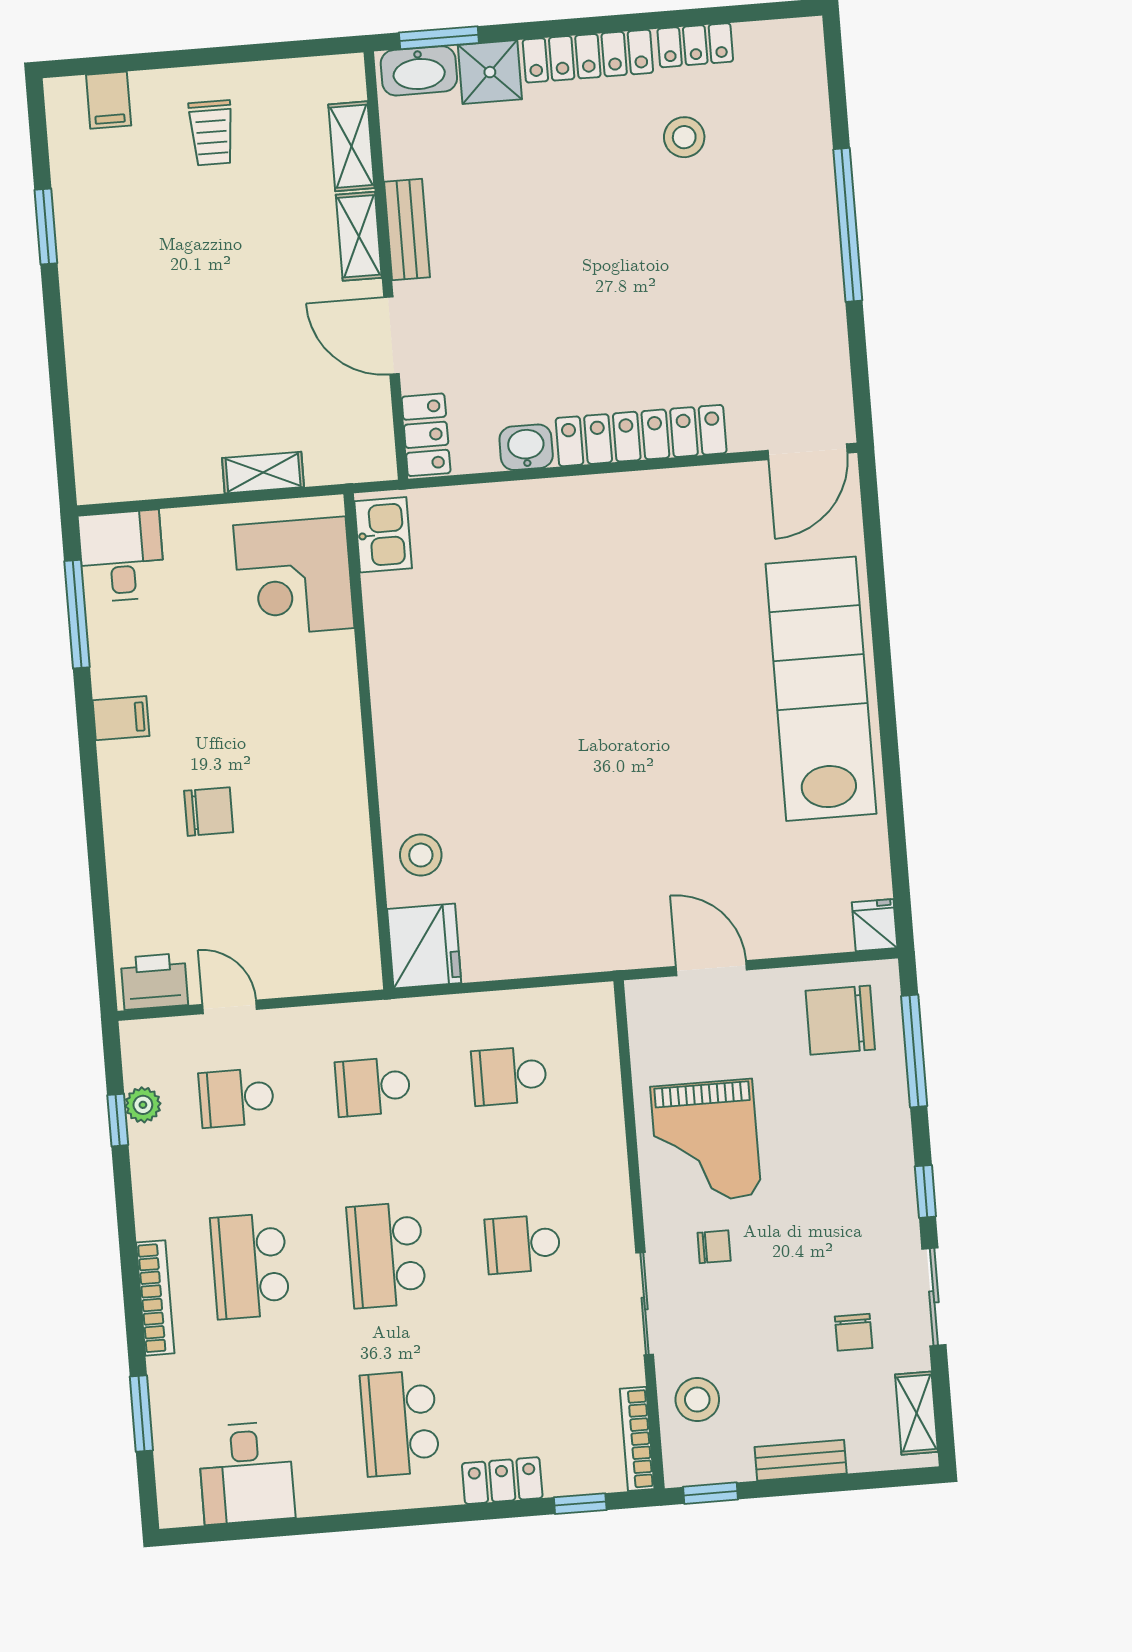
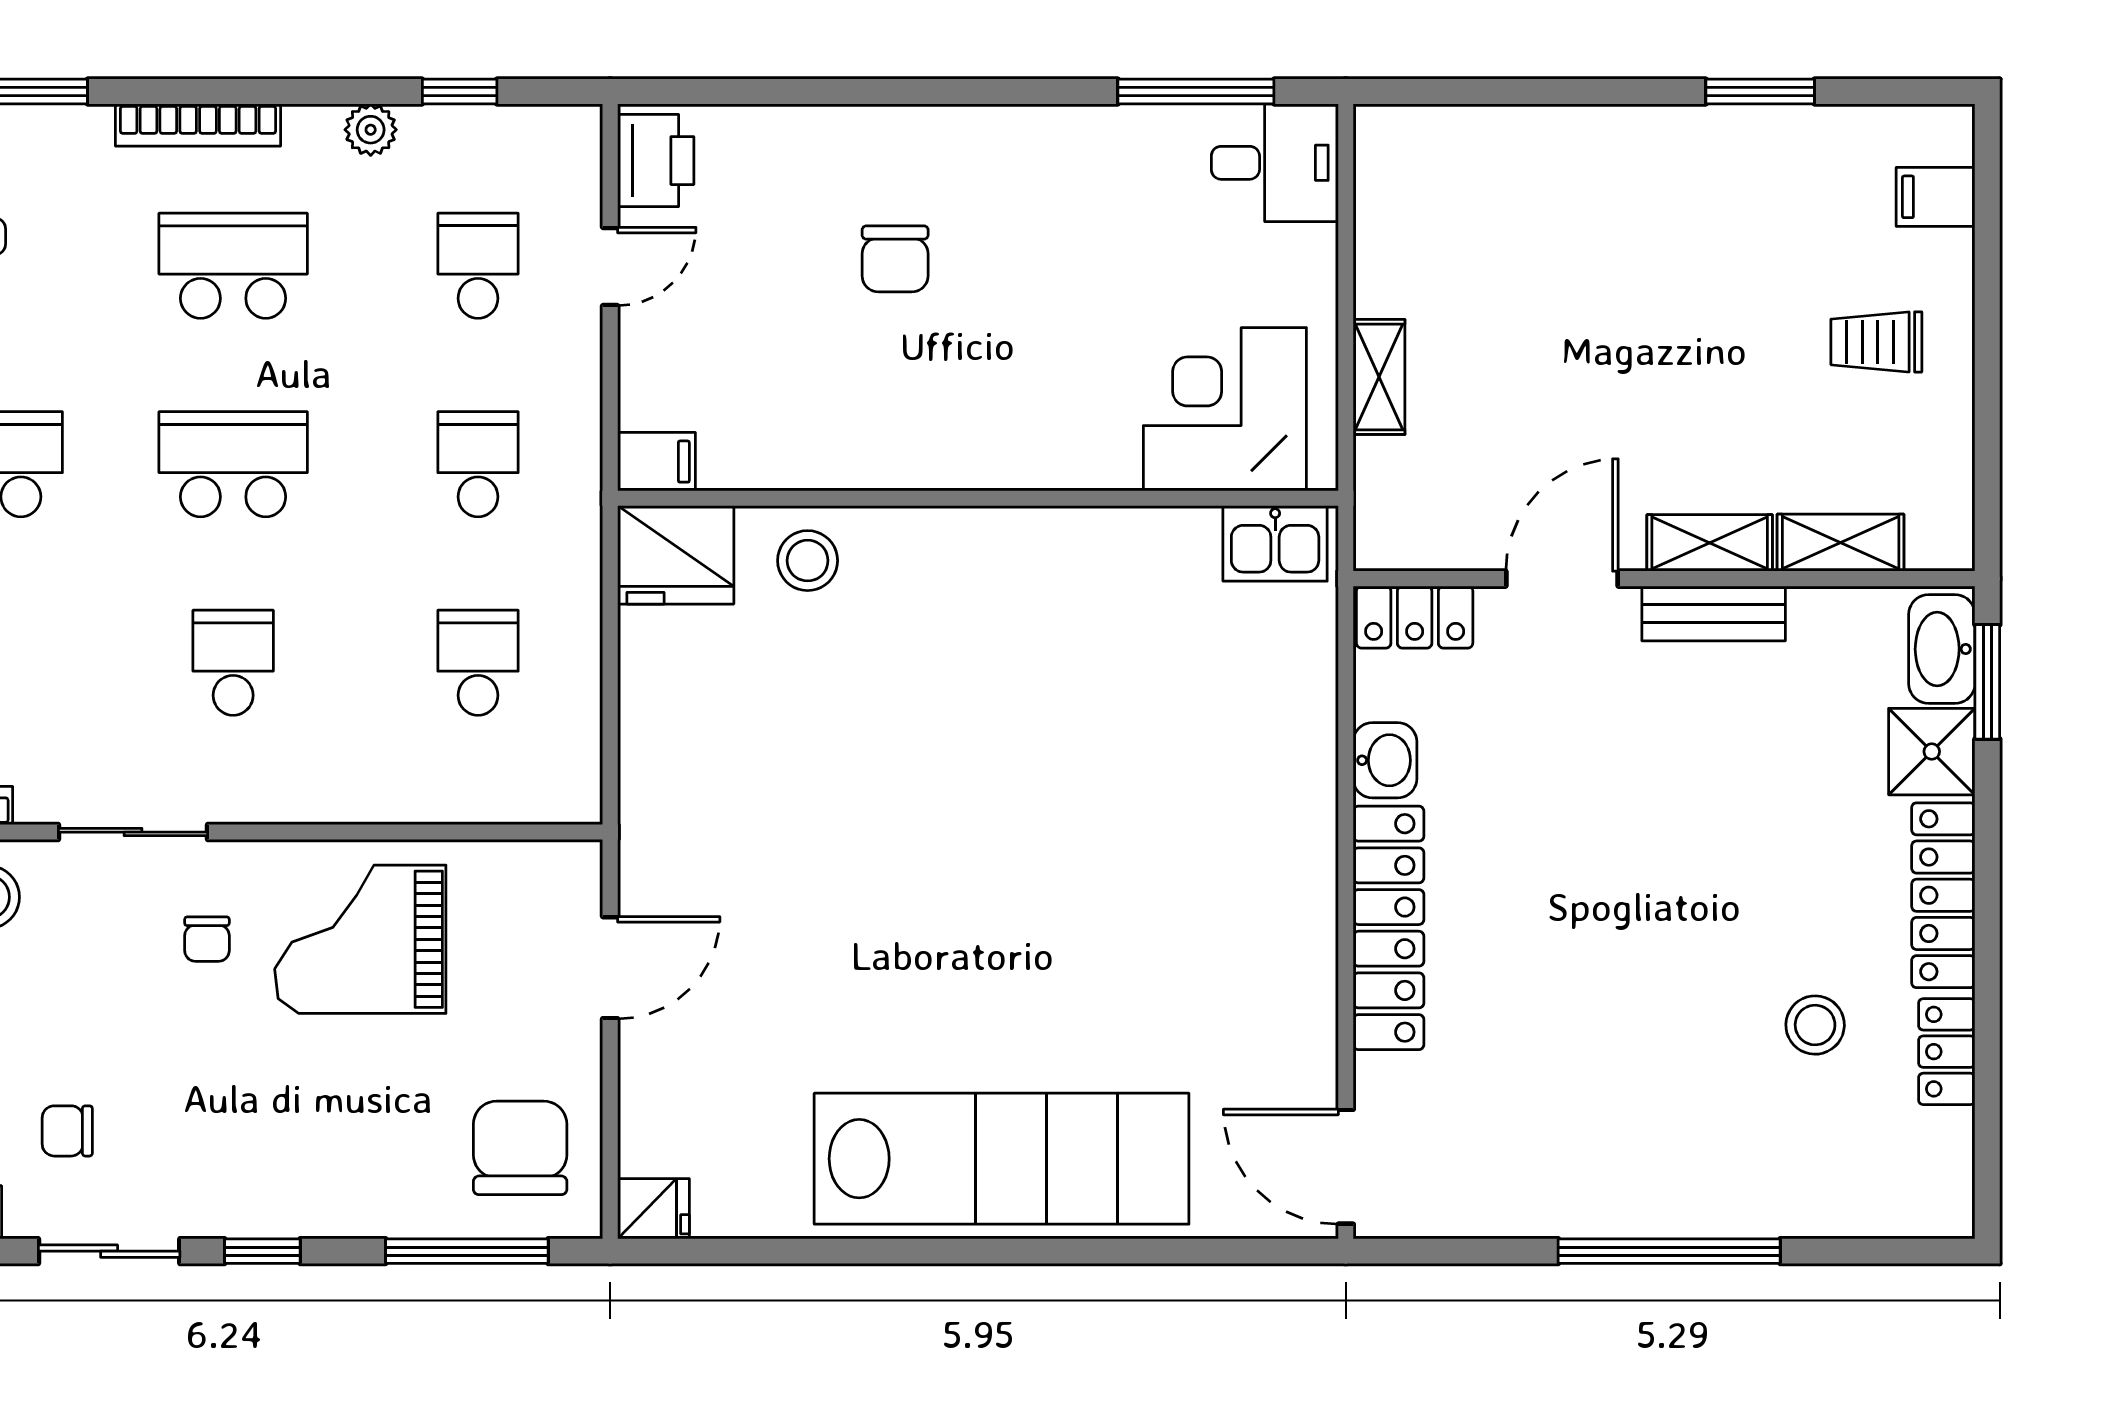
filing cabinet: (121, 718) -> (657, 462), moved, turned -90
plant: (143, 1105) -> (371, 130), moved

